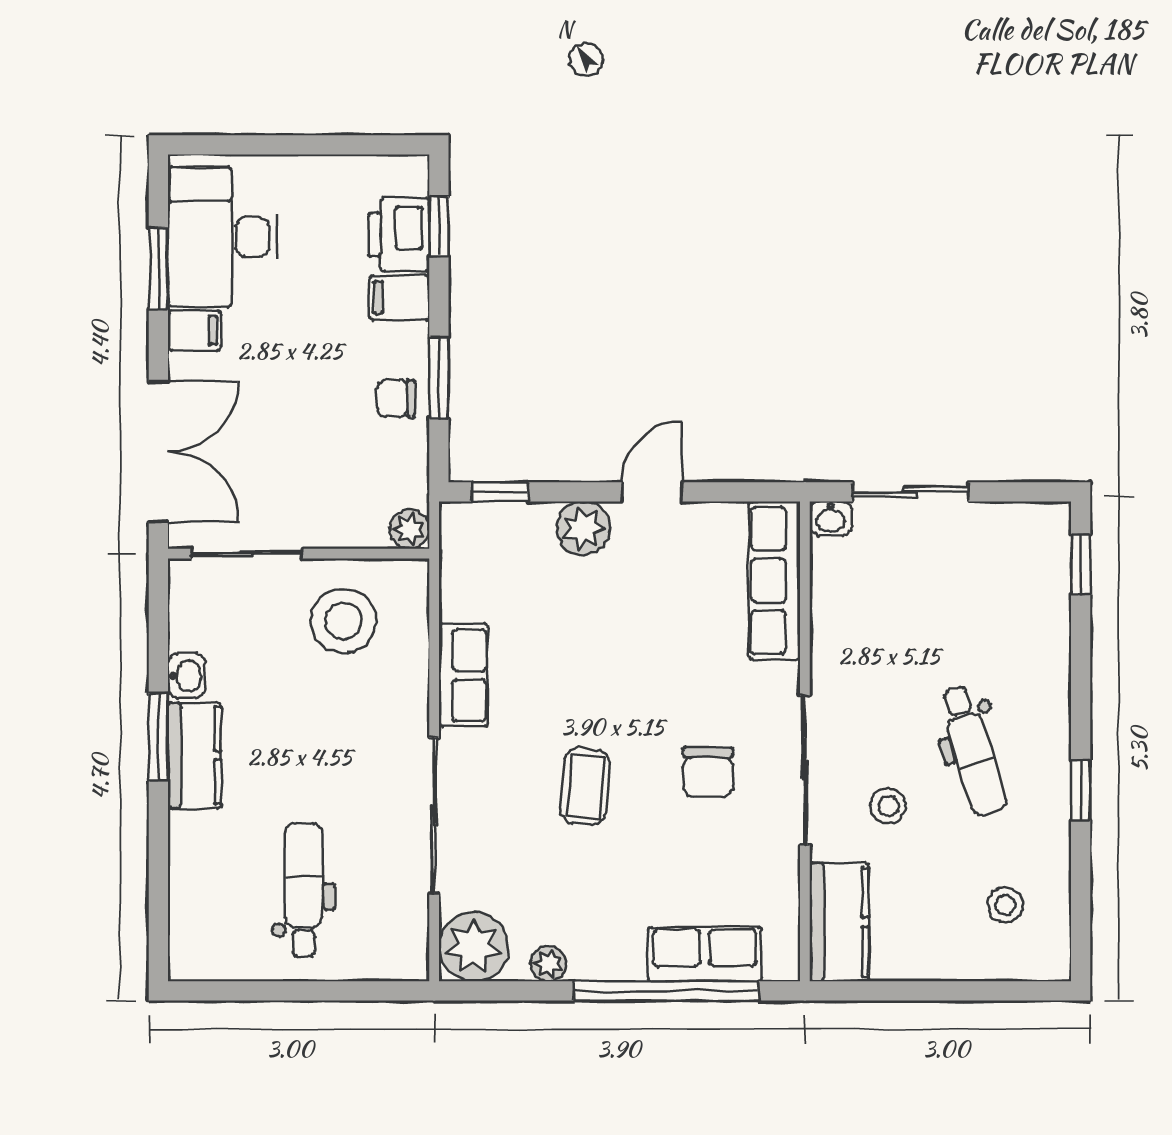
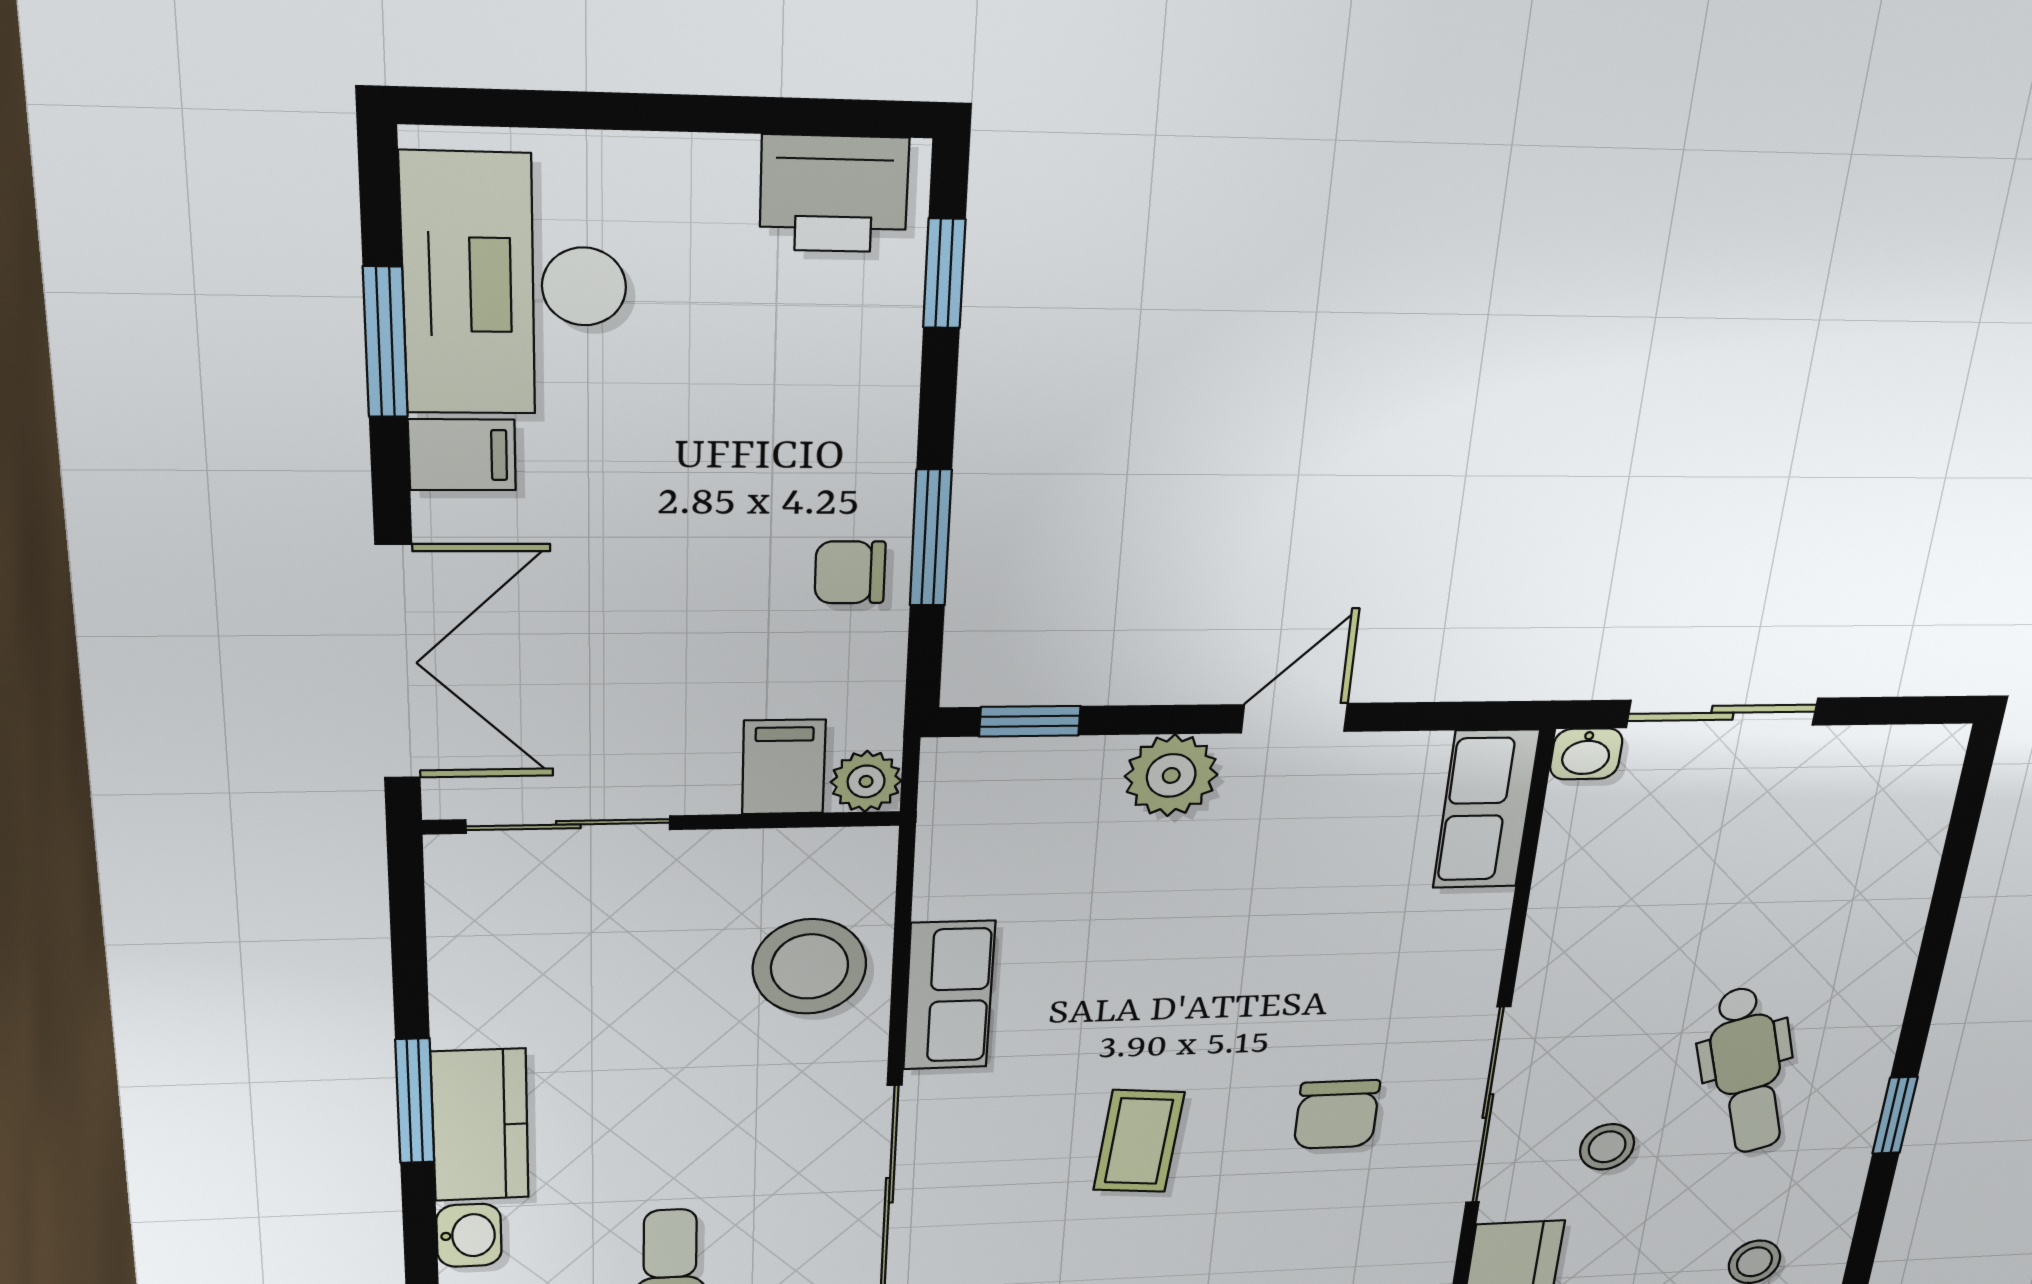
printer: (399, 234) -> (834, 194), moved, turned -90
filing cabinet: (399, 298) -> (784, 767), moved, turned 90
window: (1081, 564) -> (1966, 814), removed
row of seats: (774, 581) -> (1486, 809), width x0.68
stool: (344, 621) -> (810, 967), moved
washbasin: (186, 676) -> (469, 1235), moved

